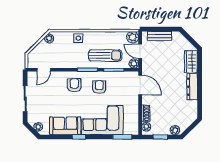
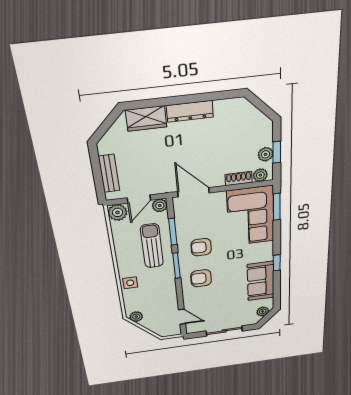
door: (140, 85) -> (193, 192), hinge flipped
corner sofa: (102, 120) -> (251, 216), moved
plant: (175, 130) -> (266, 154), moved

